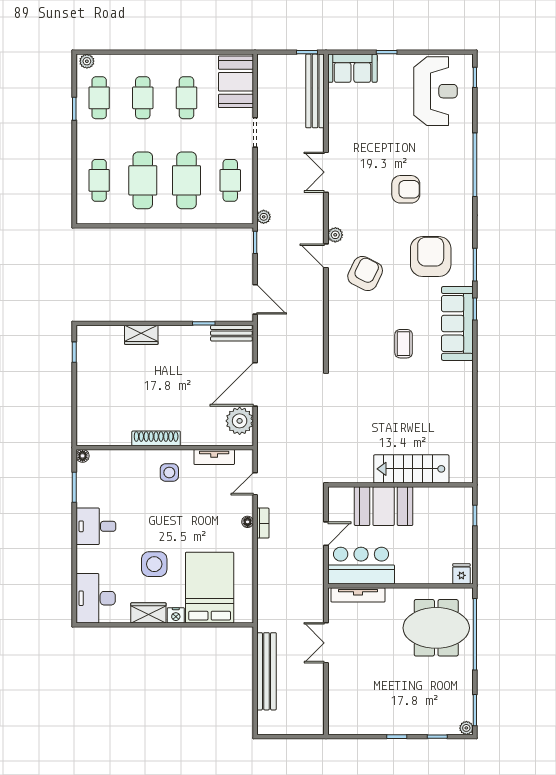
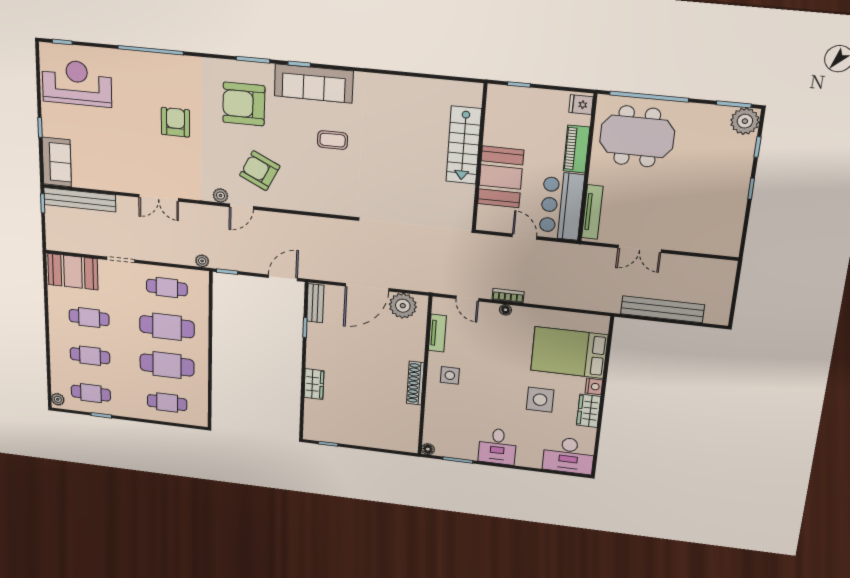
door: (255, 384) -> (367, 287), hinge flipped
piano: (418, 574) -> (576, 149), added
meeting table: (436, 628) -> (637, 136), turned 90
plant: (466, 728) -> (745, 121), width x1.88, depth x1.88

